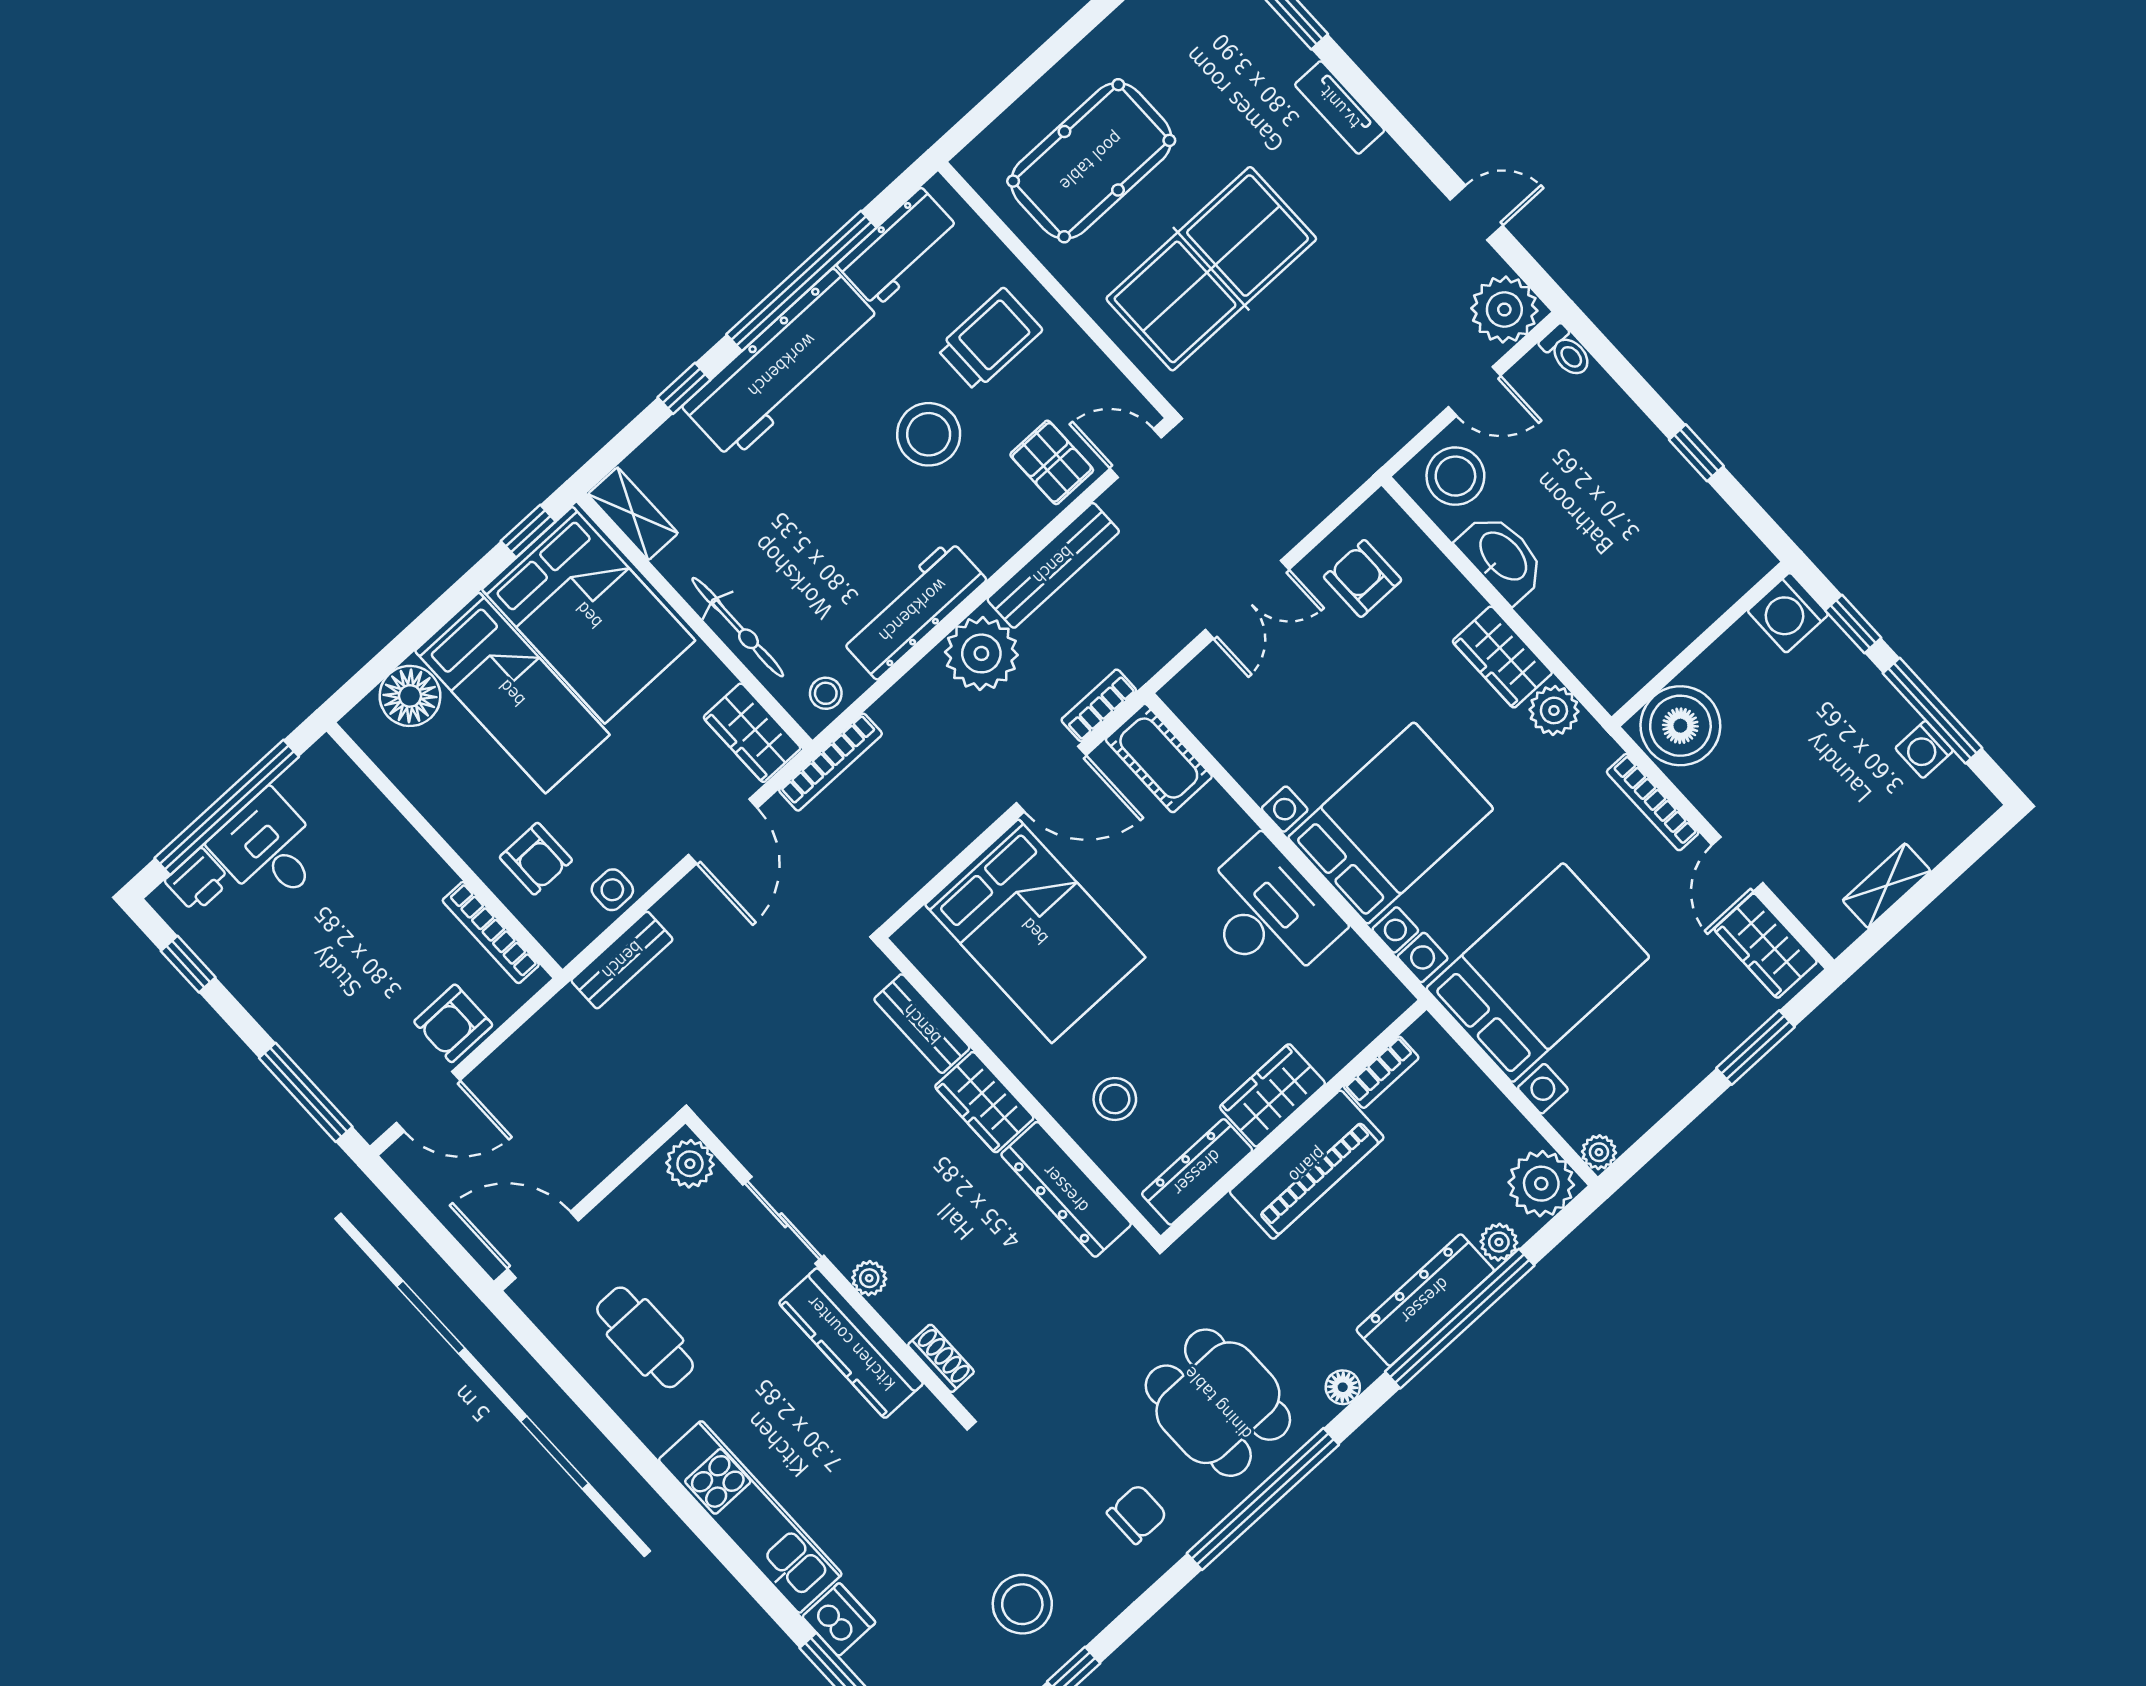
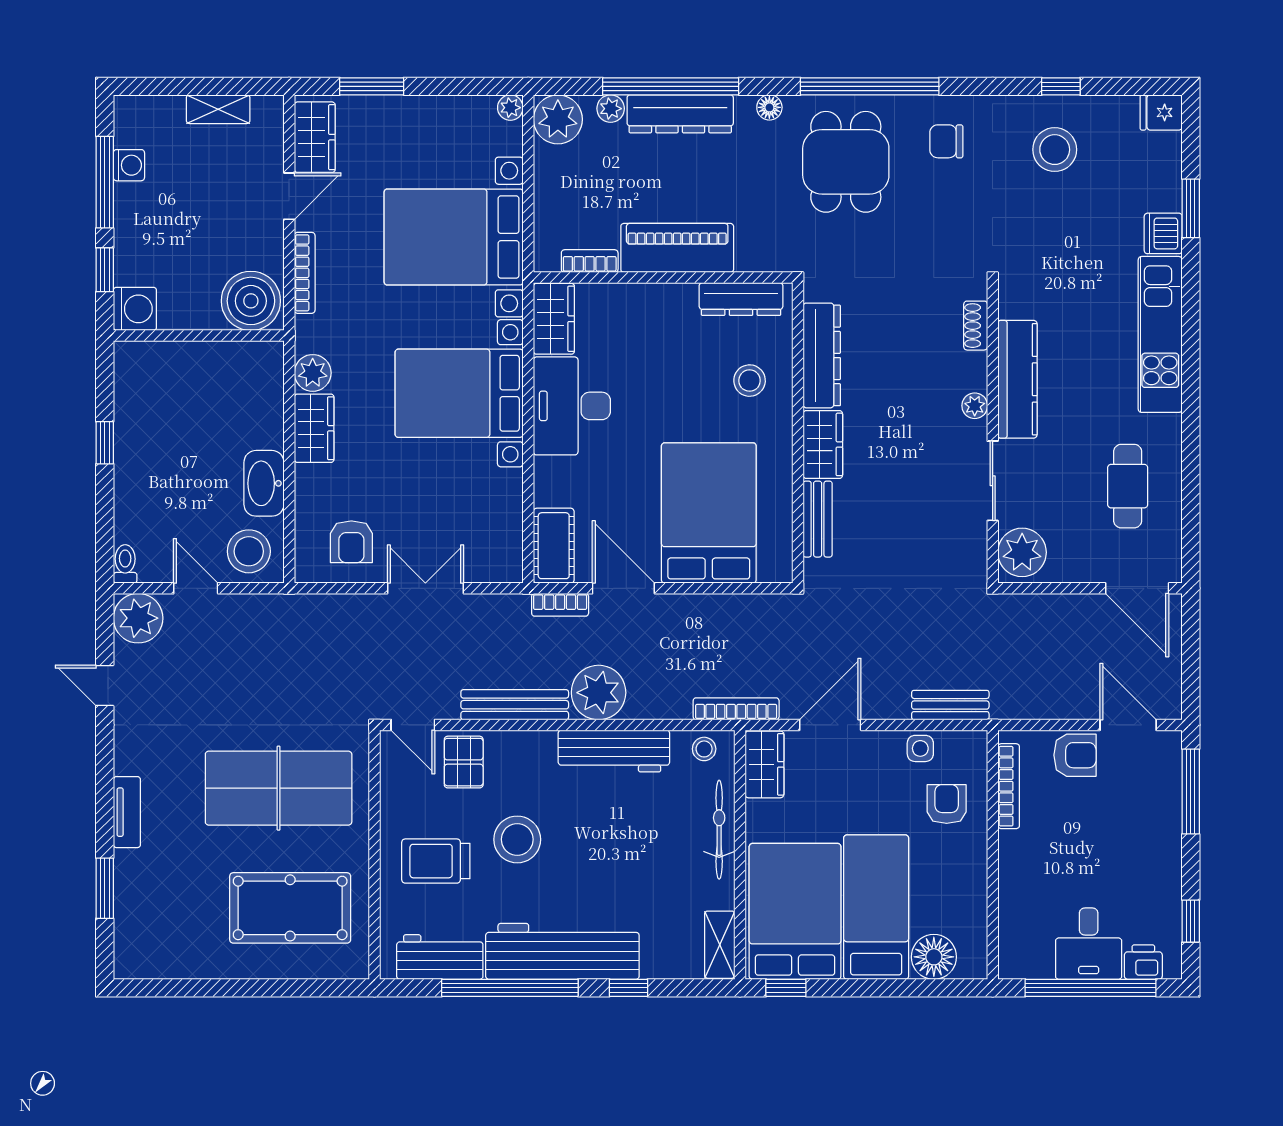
wardrobe: (1272, 1095) -> (554, 319), moved, turned -90
plant: (690, 1164) -> (1022, 552), width x1.36, depth x1.36

